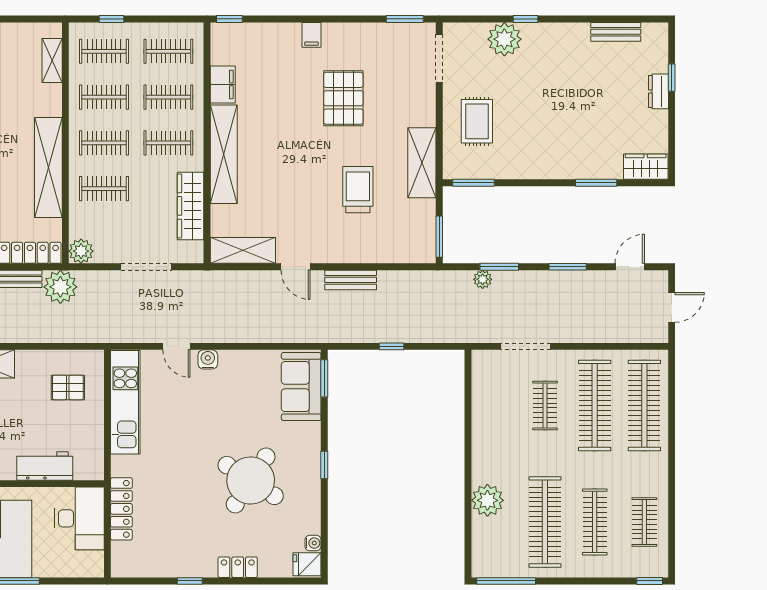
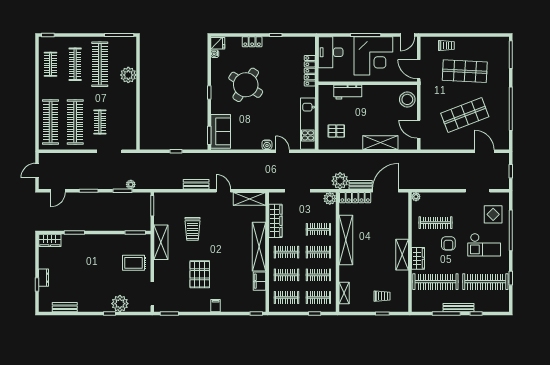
rug: (477, 121) -> (134, 263), turned 90
desk: (79, 518) -> (331, 52), moved

